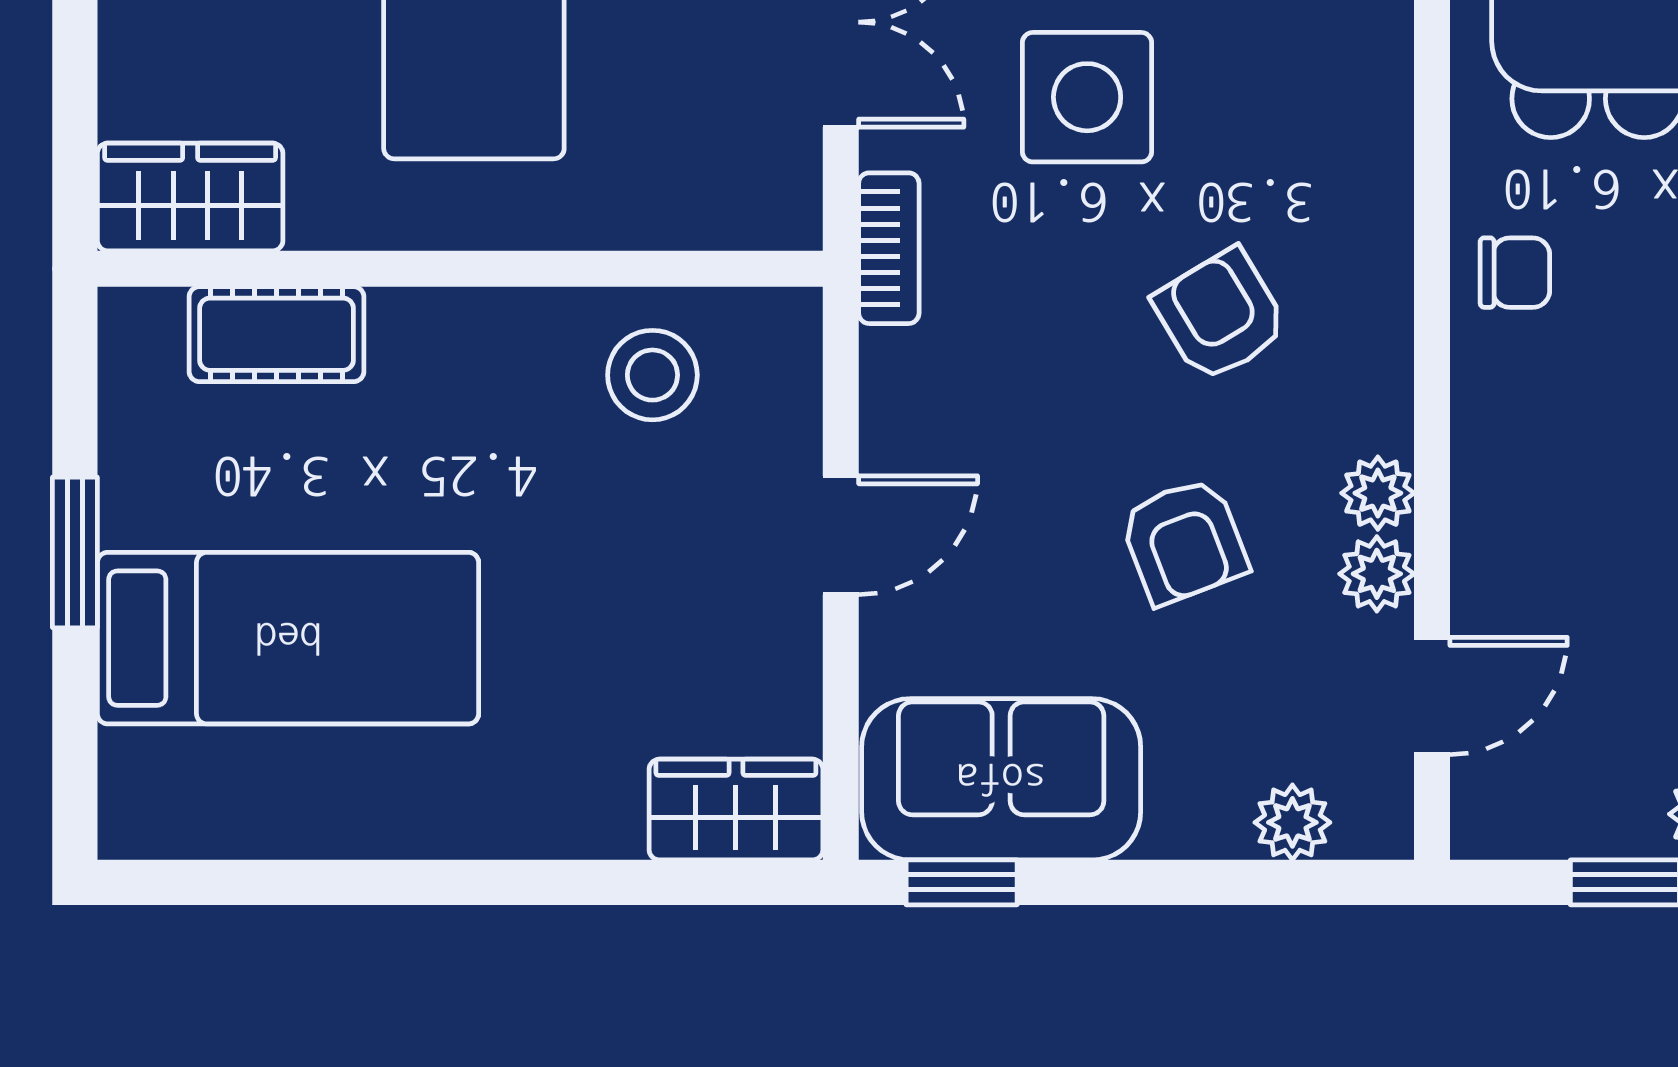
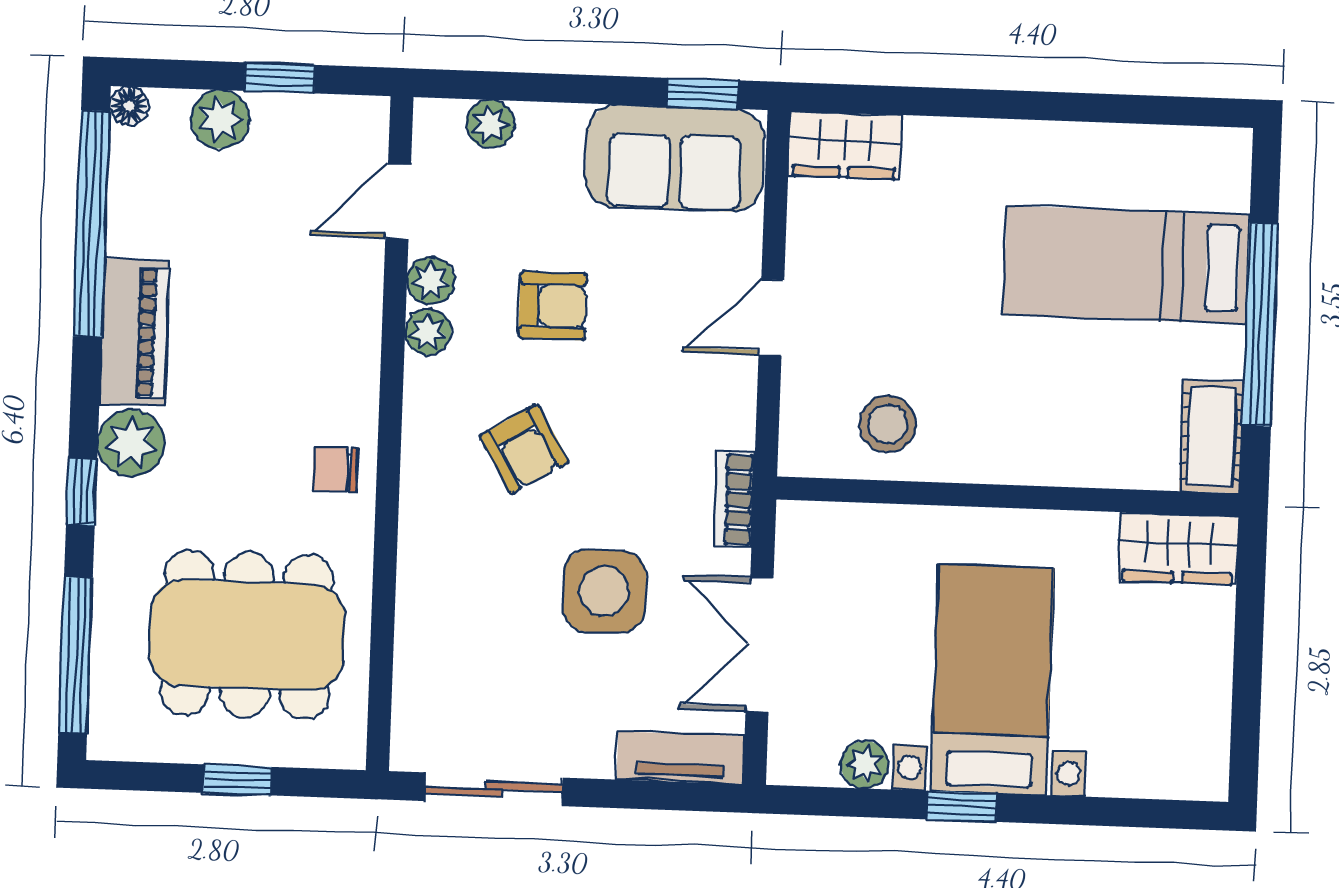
cot: (276, 334) -> (1211, 437), moved, turned 90
armchair: (1184, 541) -> (553, 306), turned 111
window: (75, 552) -> (1260, 325), width x2.11

